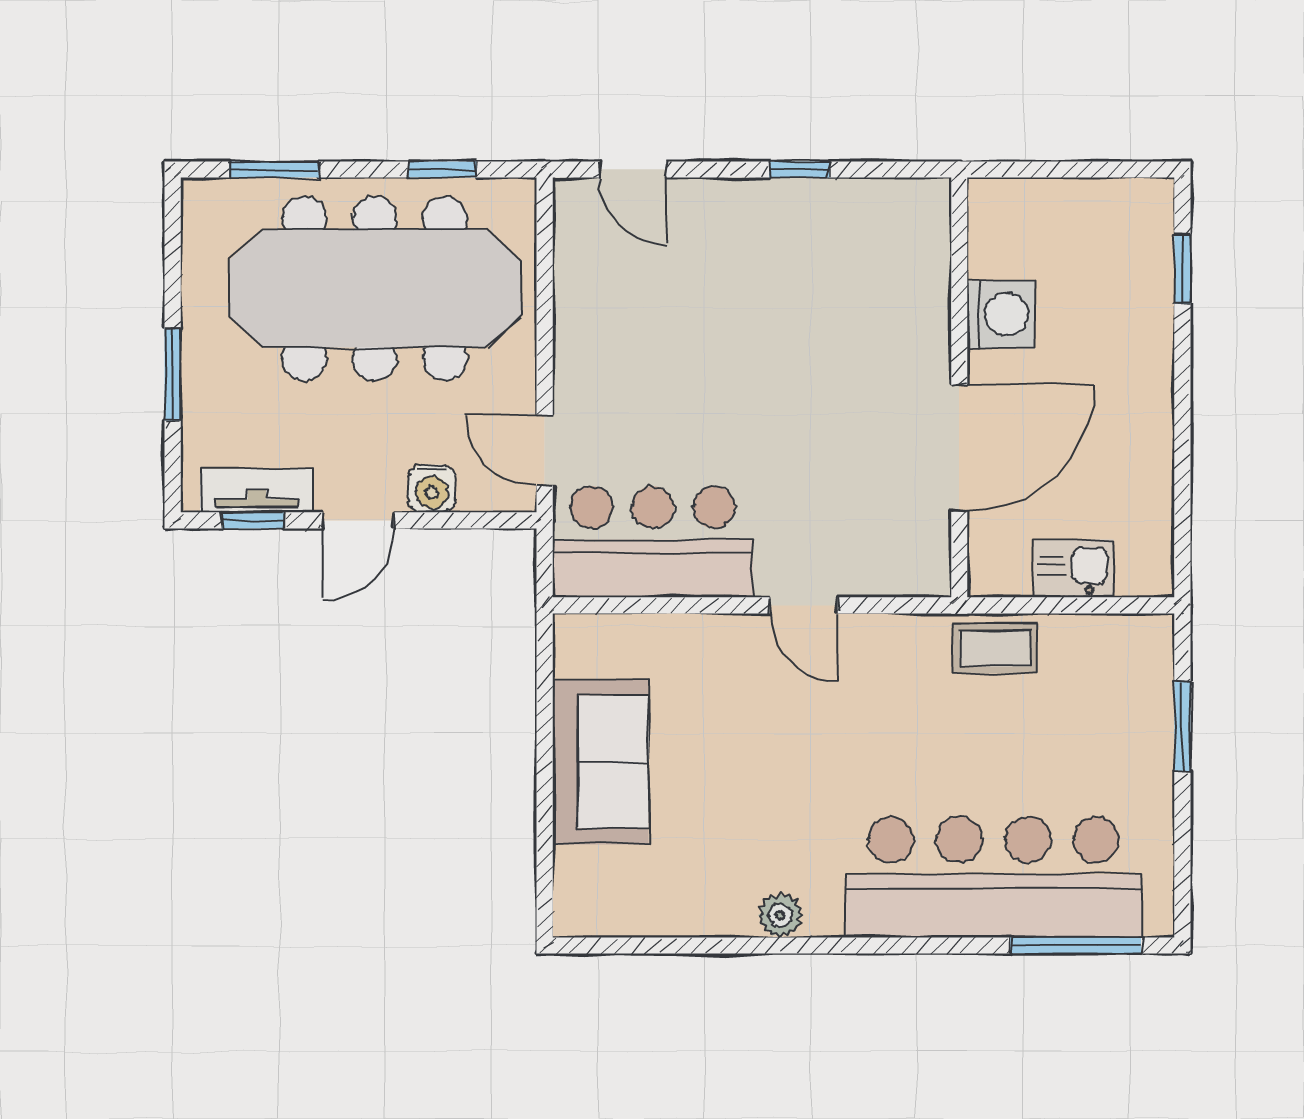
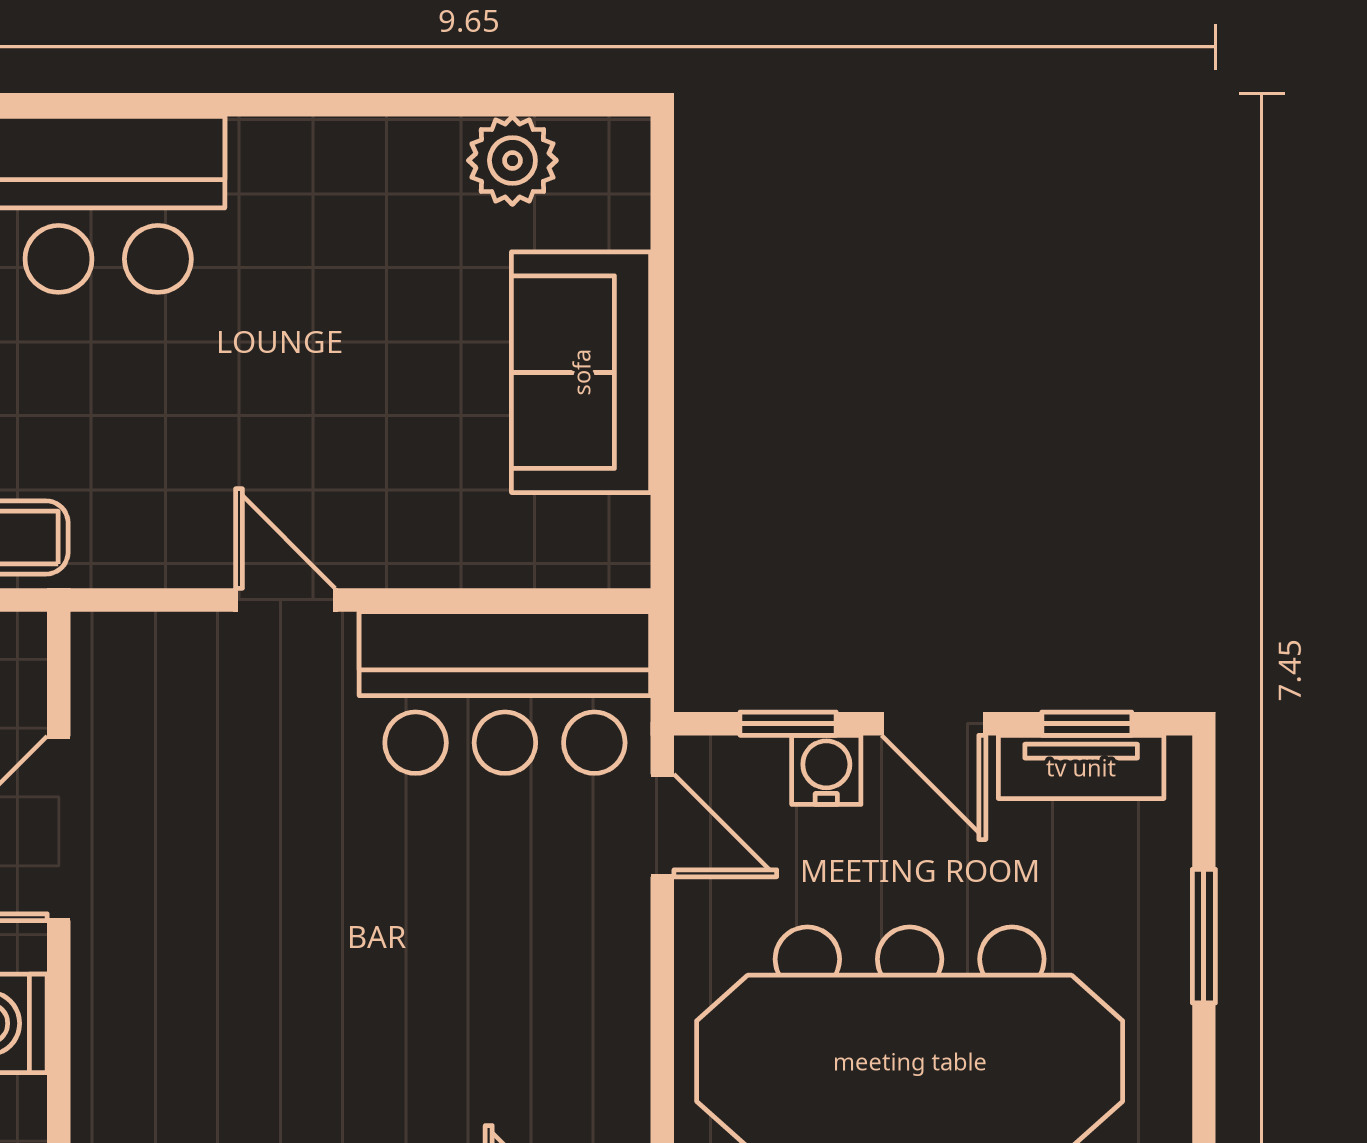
door: (358, 520) -> (934, 724), swing flipped
window: (458, 520) -> (788, 724), added
plant: (780, 915) -> (512, 160), moved, width x1.38, depth x1.38

